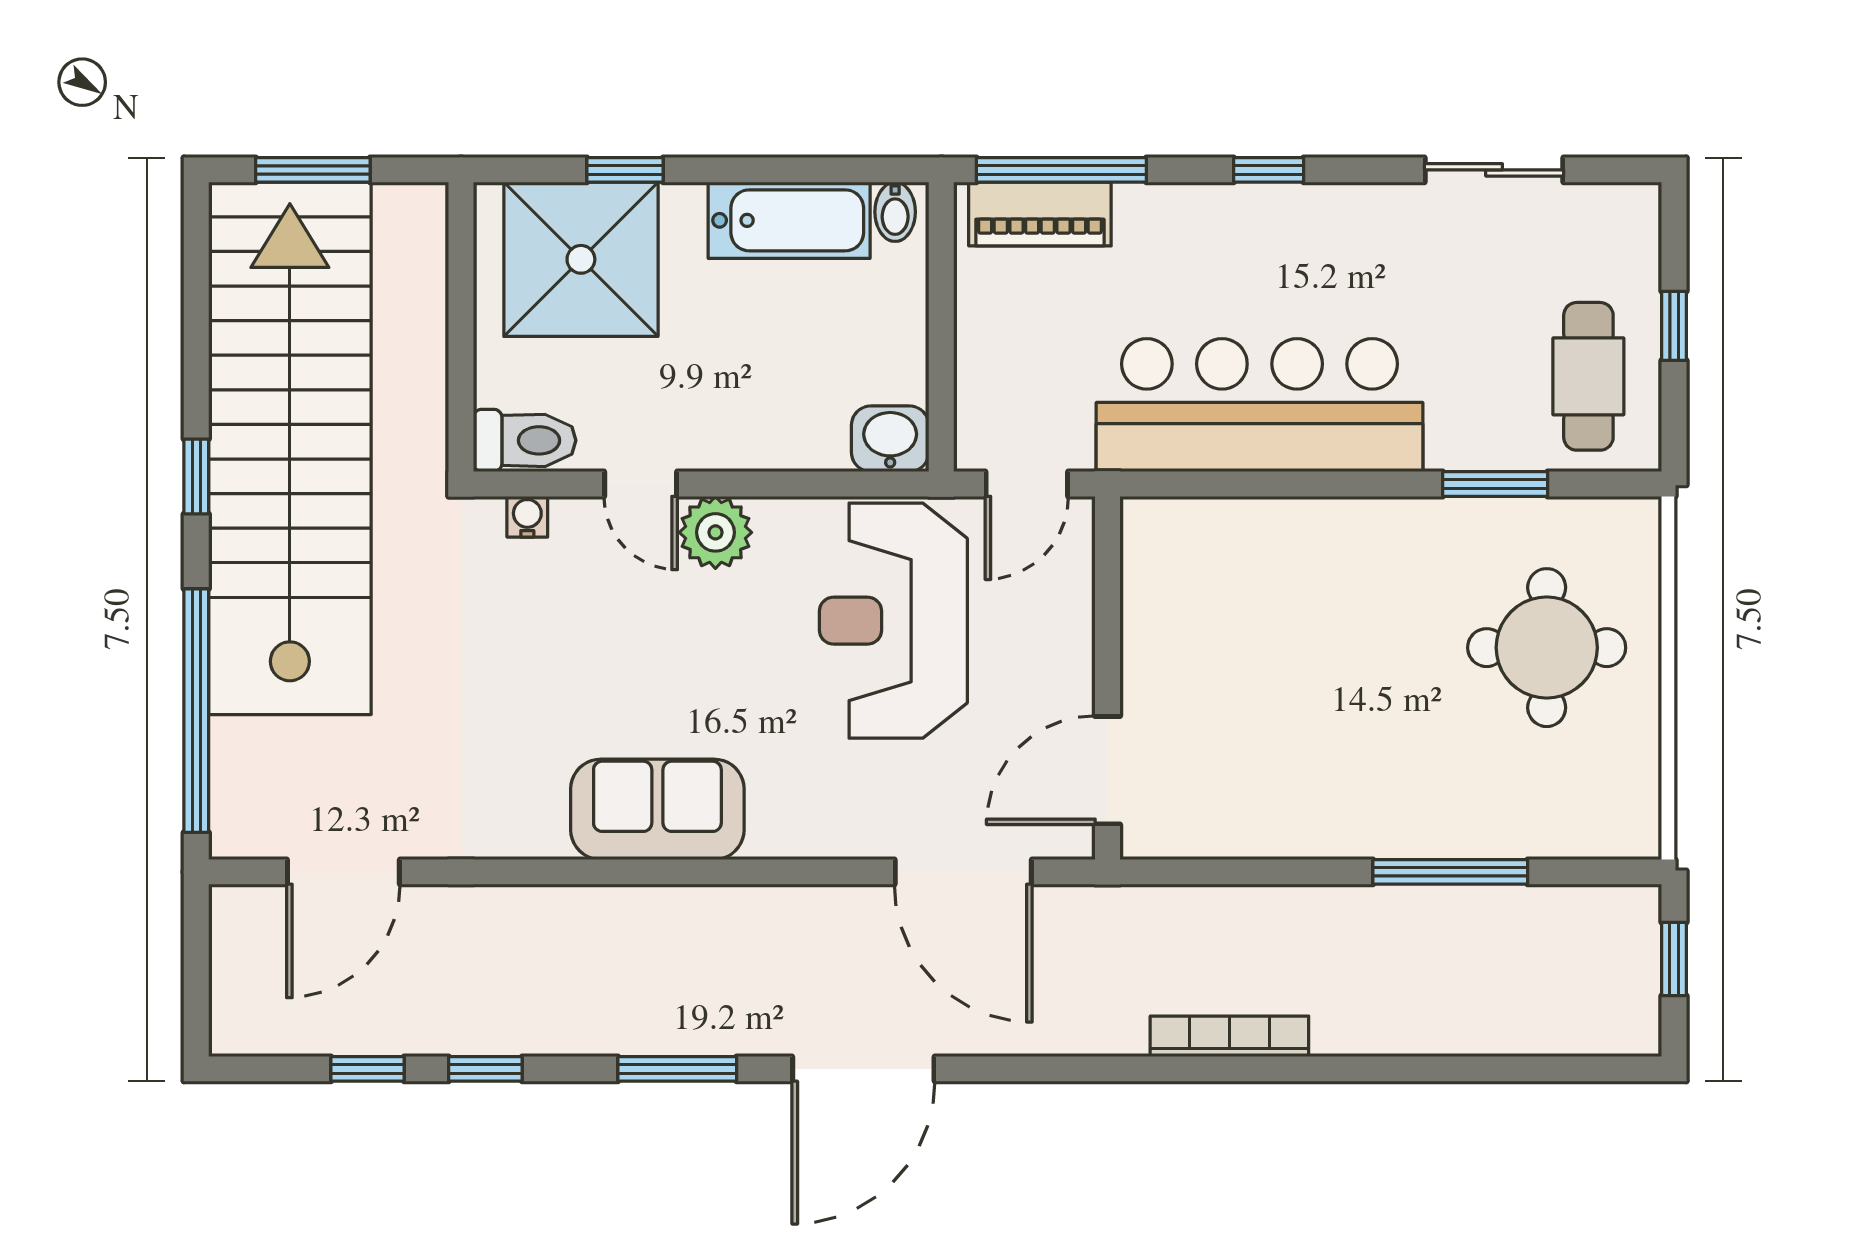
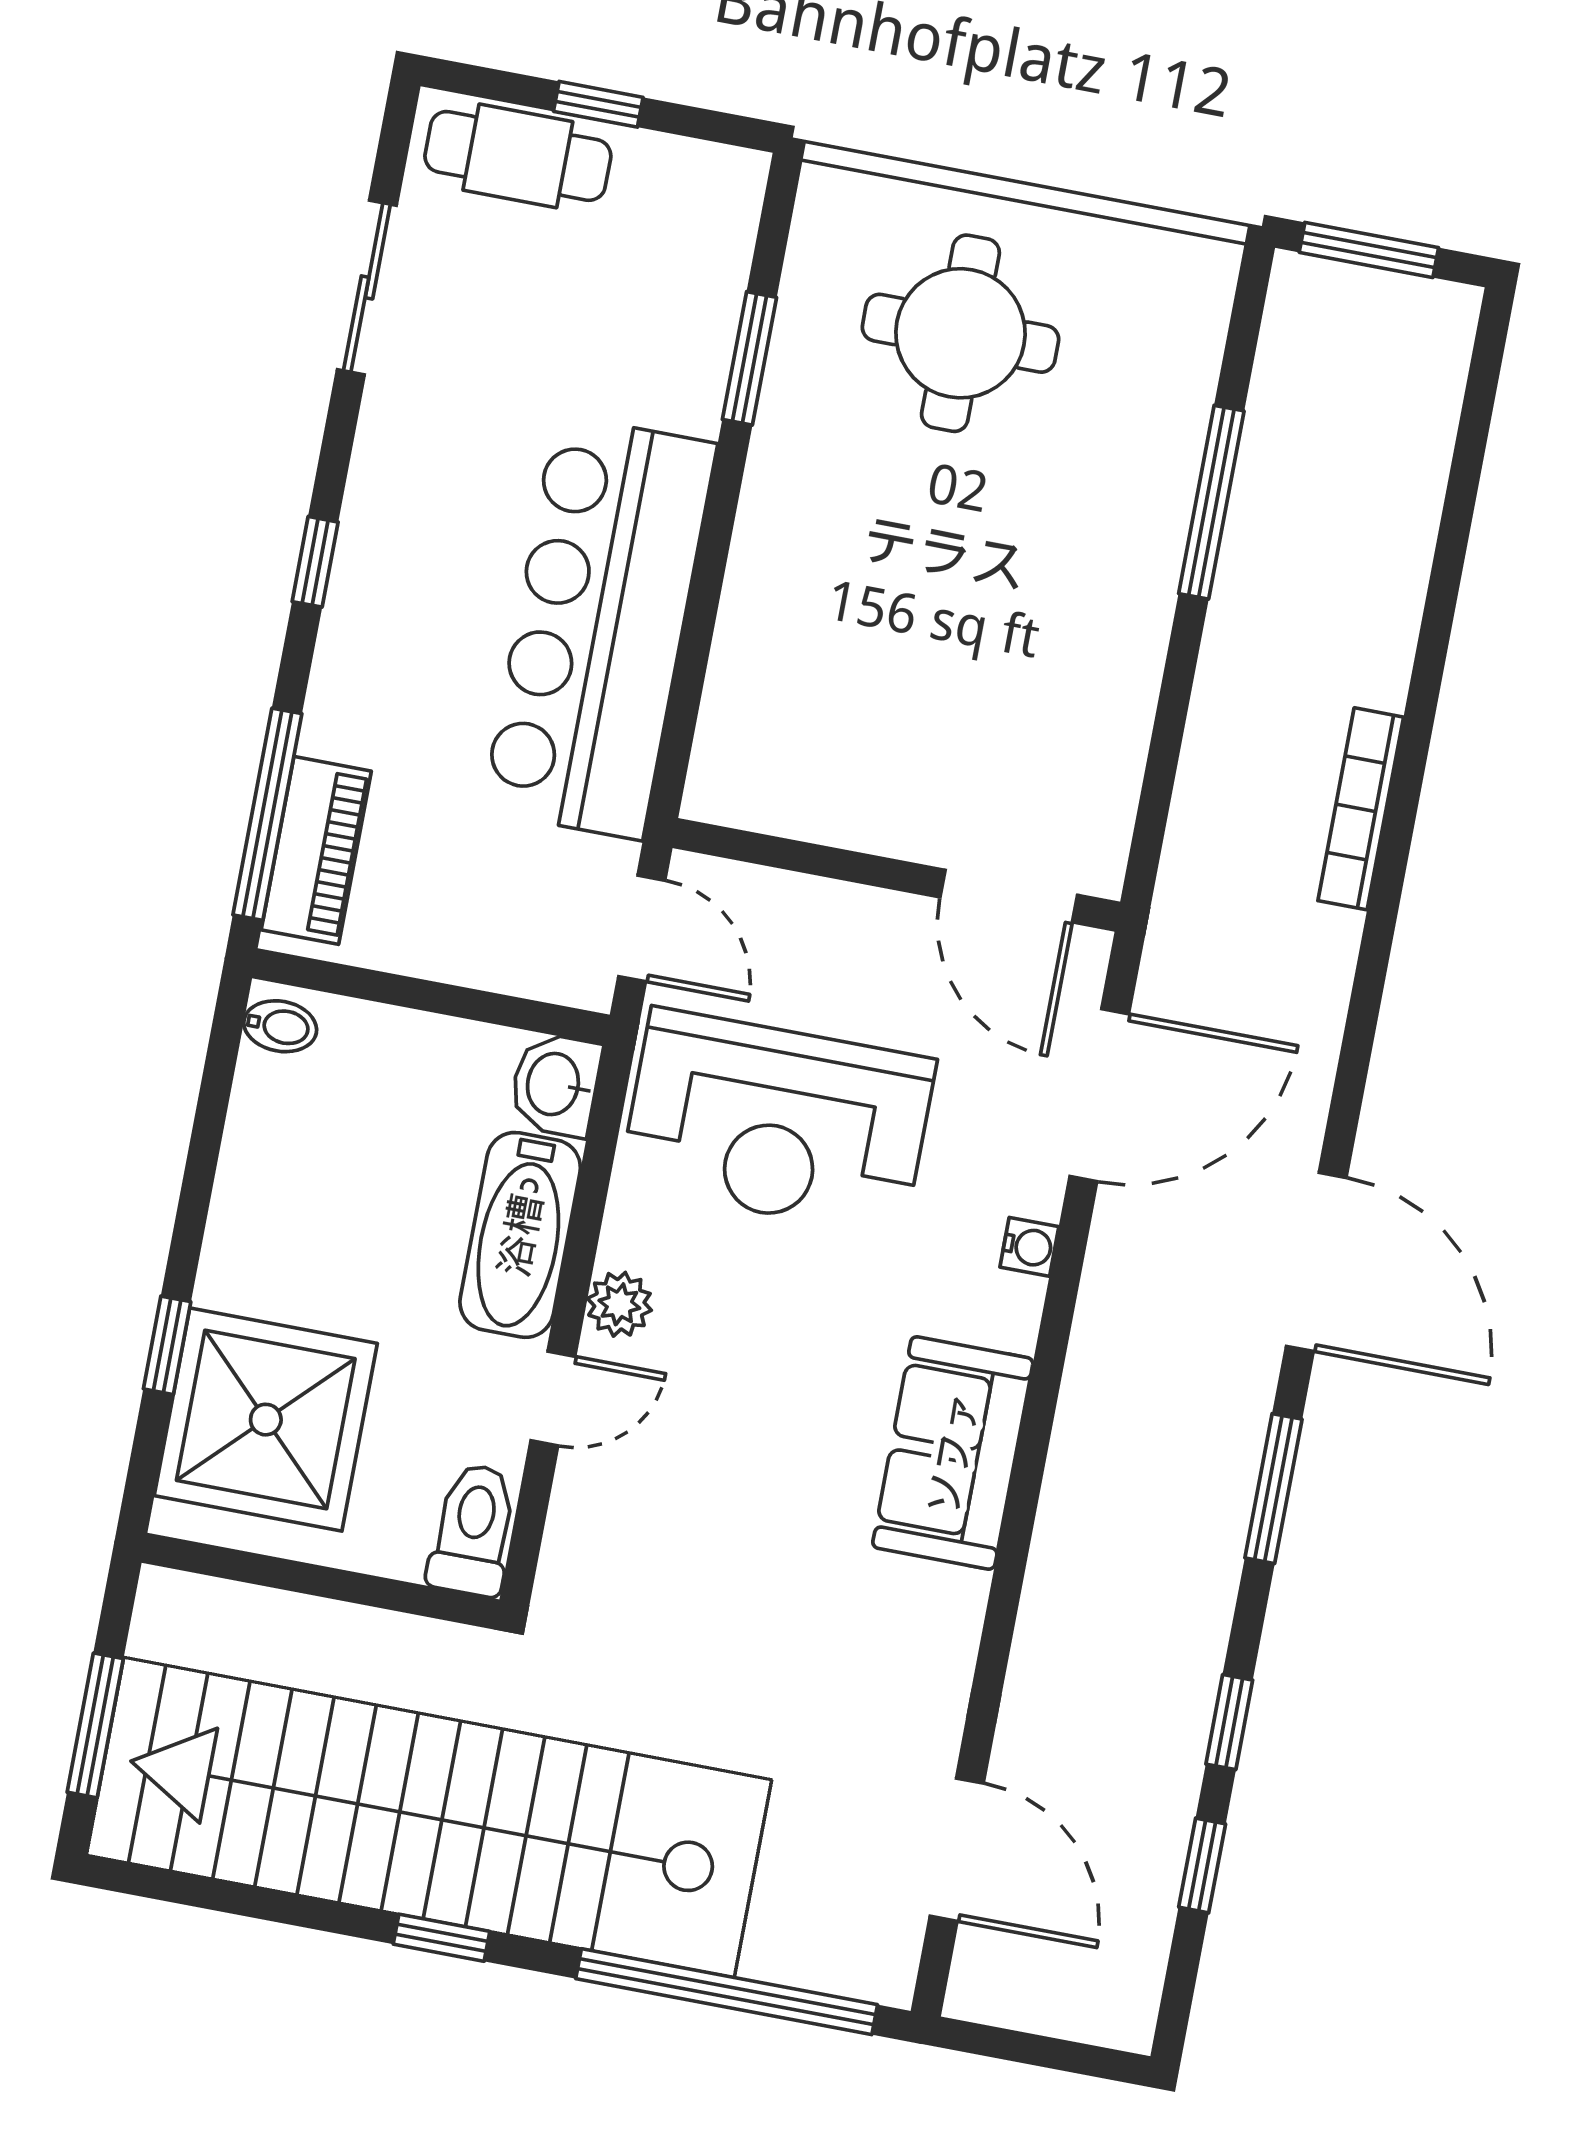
bathtub: (789, 220) -> (520, 1235), moved, turned 180
cafe table: (1588, 376) -> (518, 156), moved
water cooler: (527, 517) -> (1029, 1247), moved, turned 180
plant: (715, 532) -> (619, 1304), width x0.73, depth x0.73
window: (1674, 959) -> (1369, 250), width x1.50

